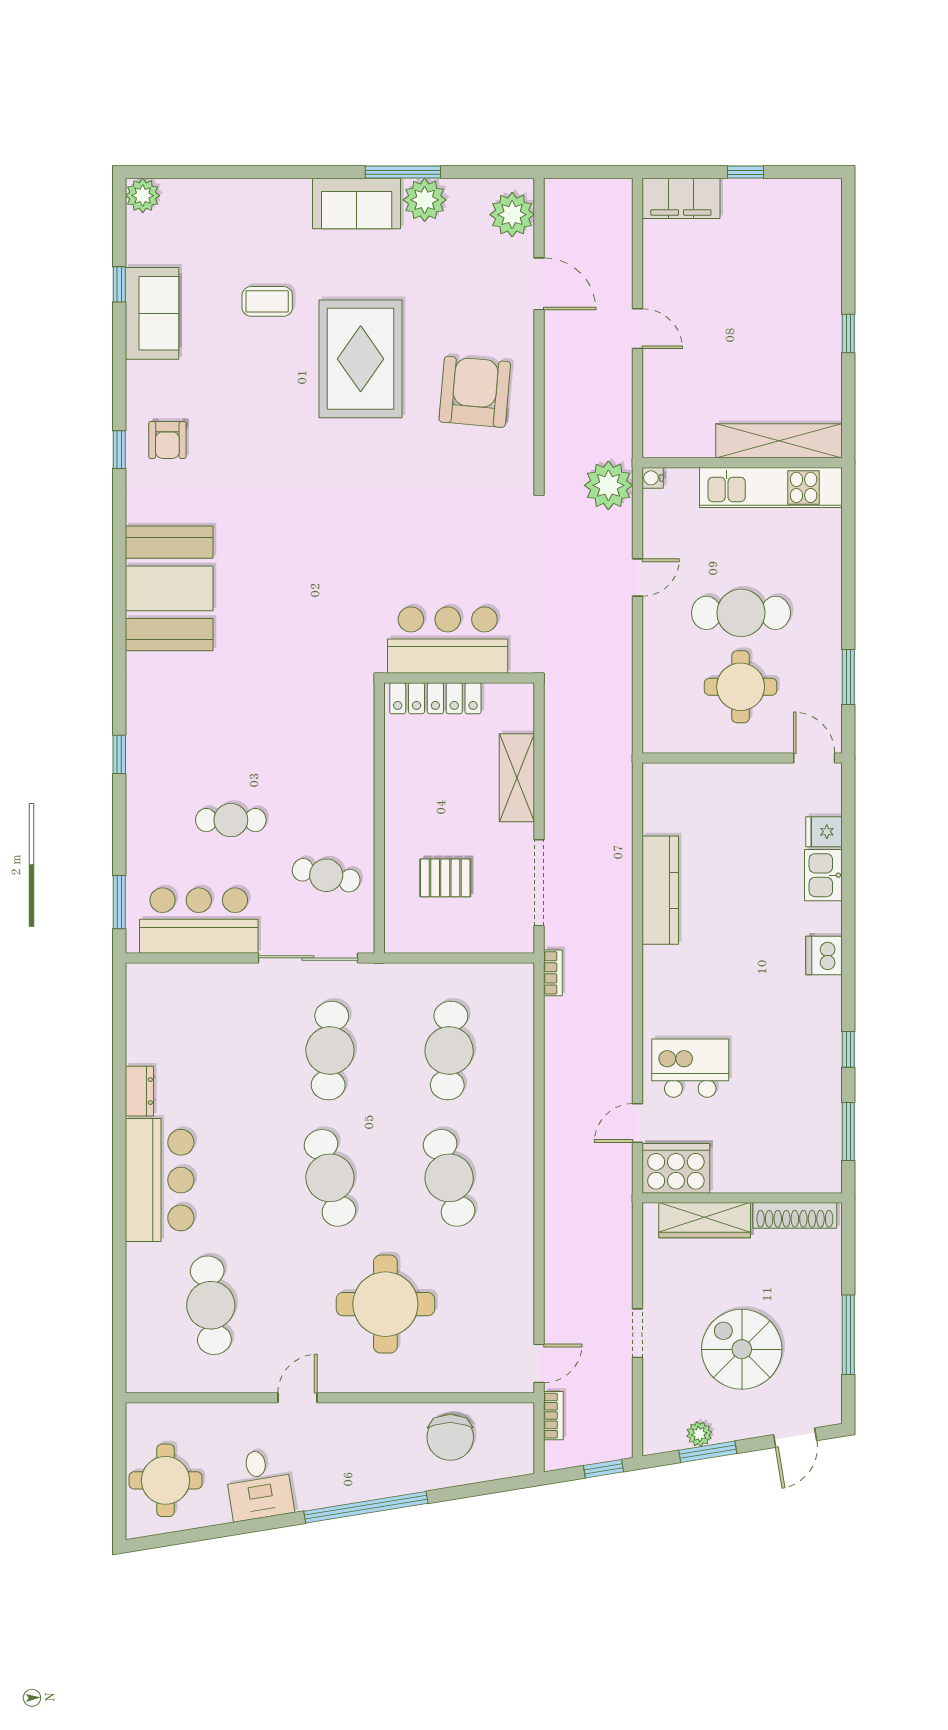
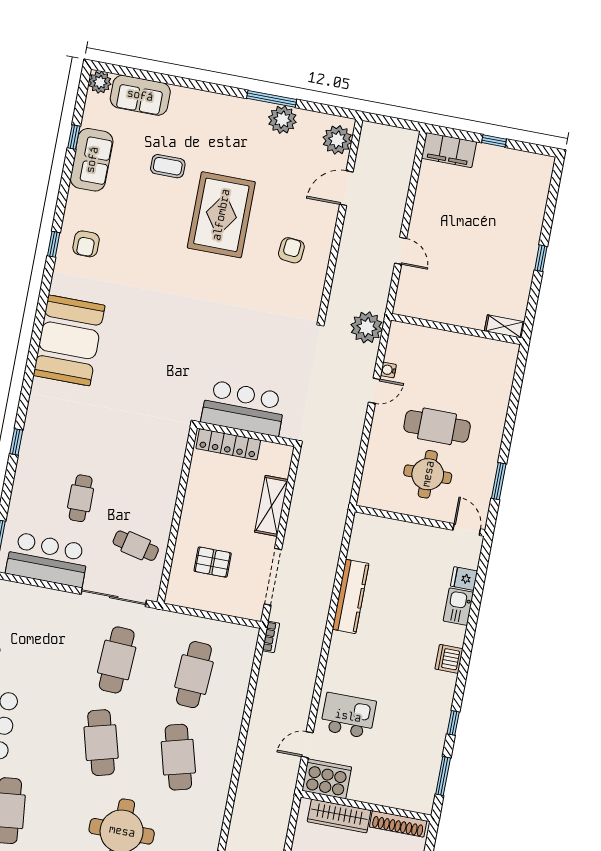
sofa: (357, 204) -> (140, 95), moved
door: (539, 284) -> (346, 188), swing flipped
door: (638, 329) -> (401, 251), moved
armchair: (475, 392) -> (291, 250), width x0.53, depth x0.53
shelving: (779, 441) -> (505, 326), width x0.45, depth x0.75
water cooler: (653, 478) -> (388, 370), moved
kitchen unit: (771, 487) -> (472, 349), removed
cafe table: (231, 820) -> (81, 498), turned 90

